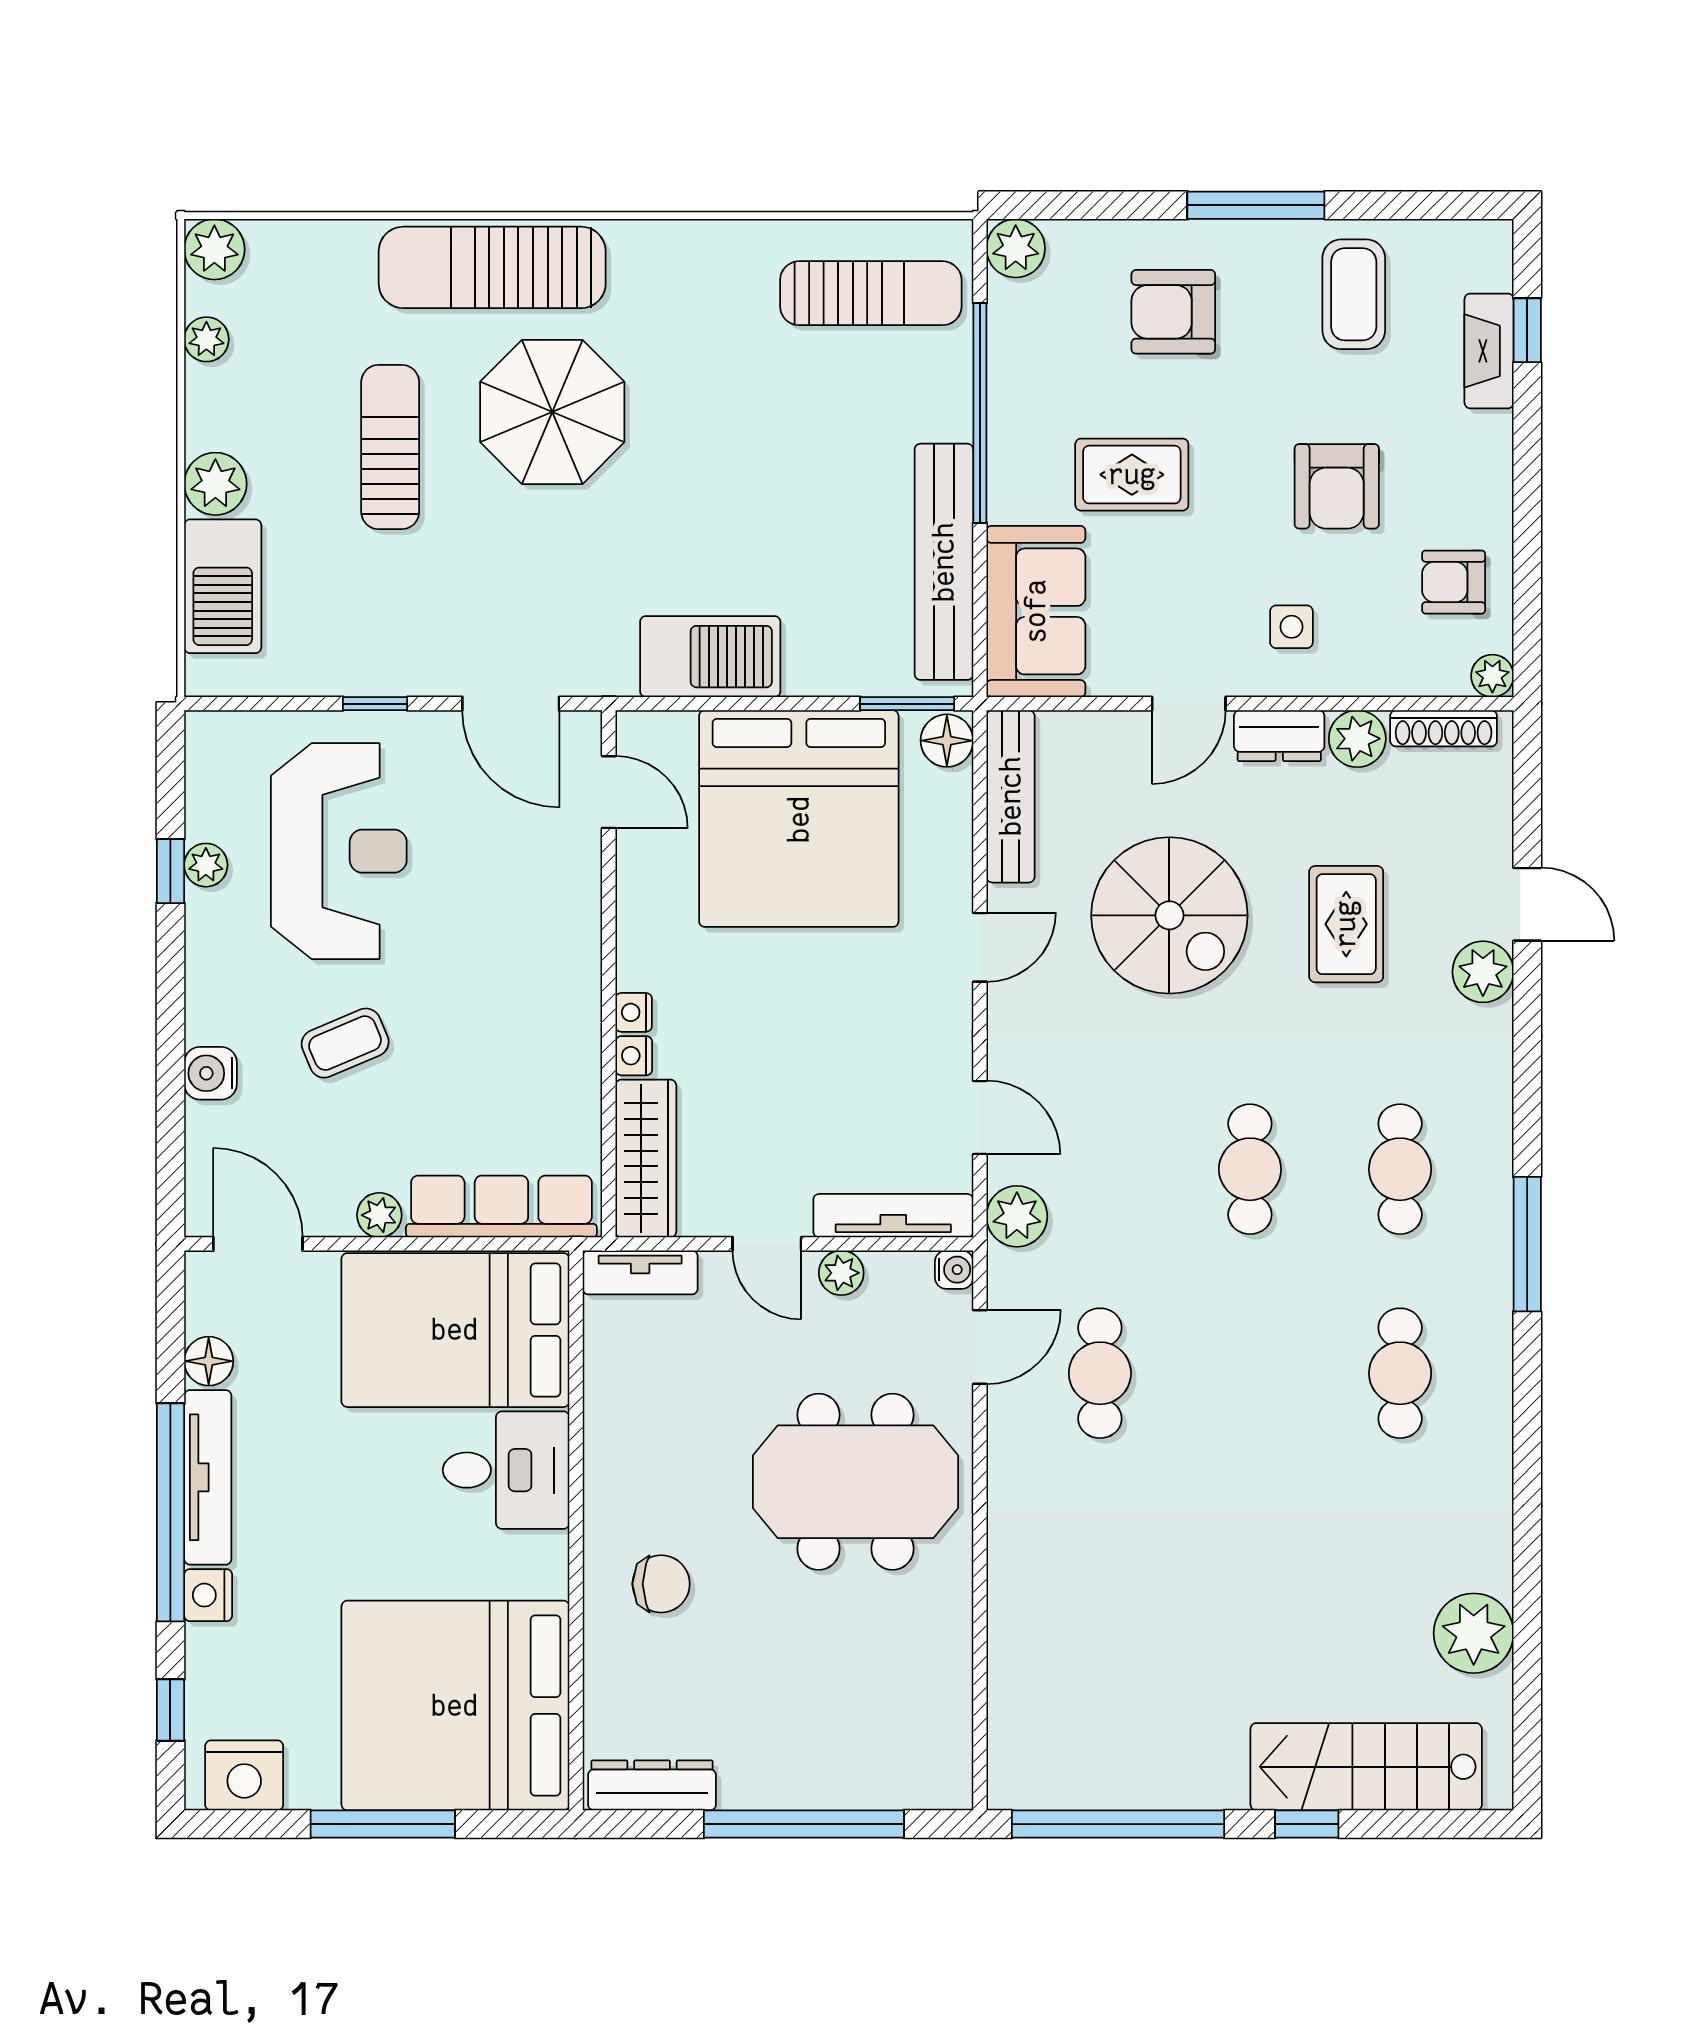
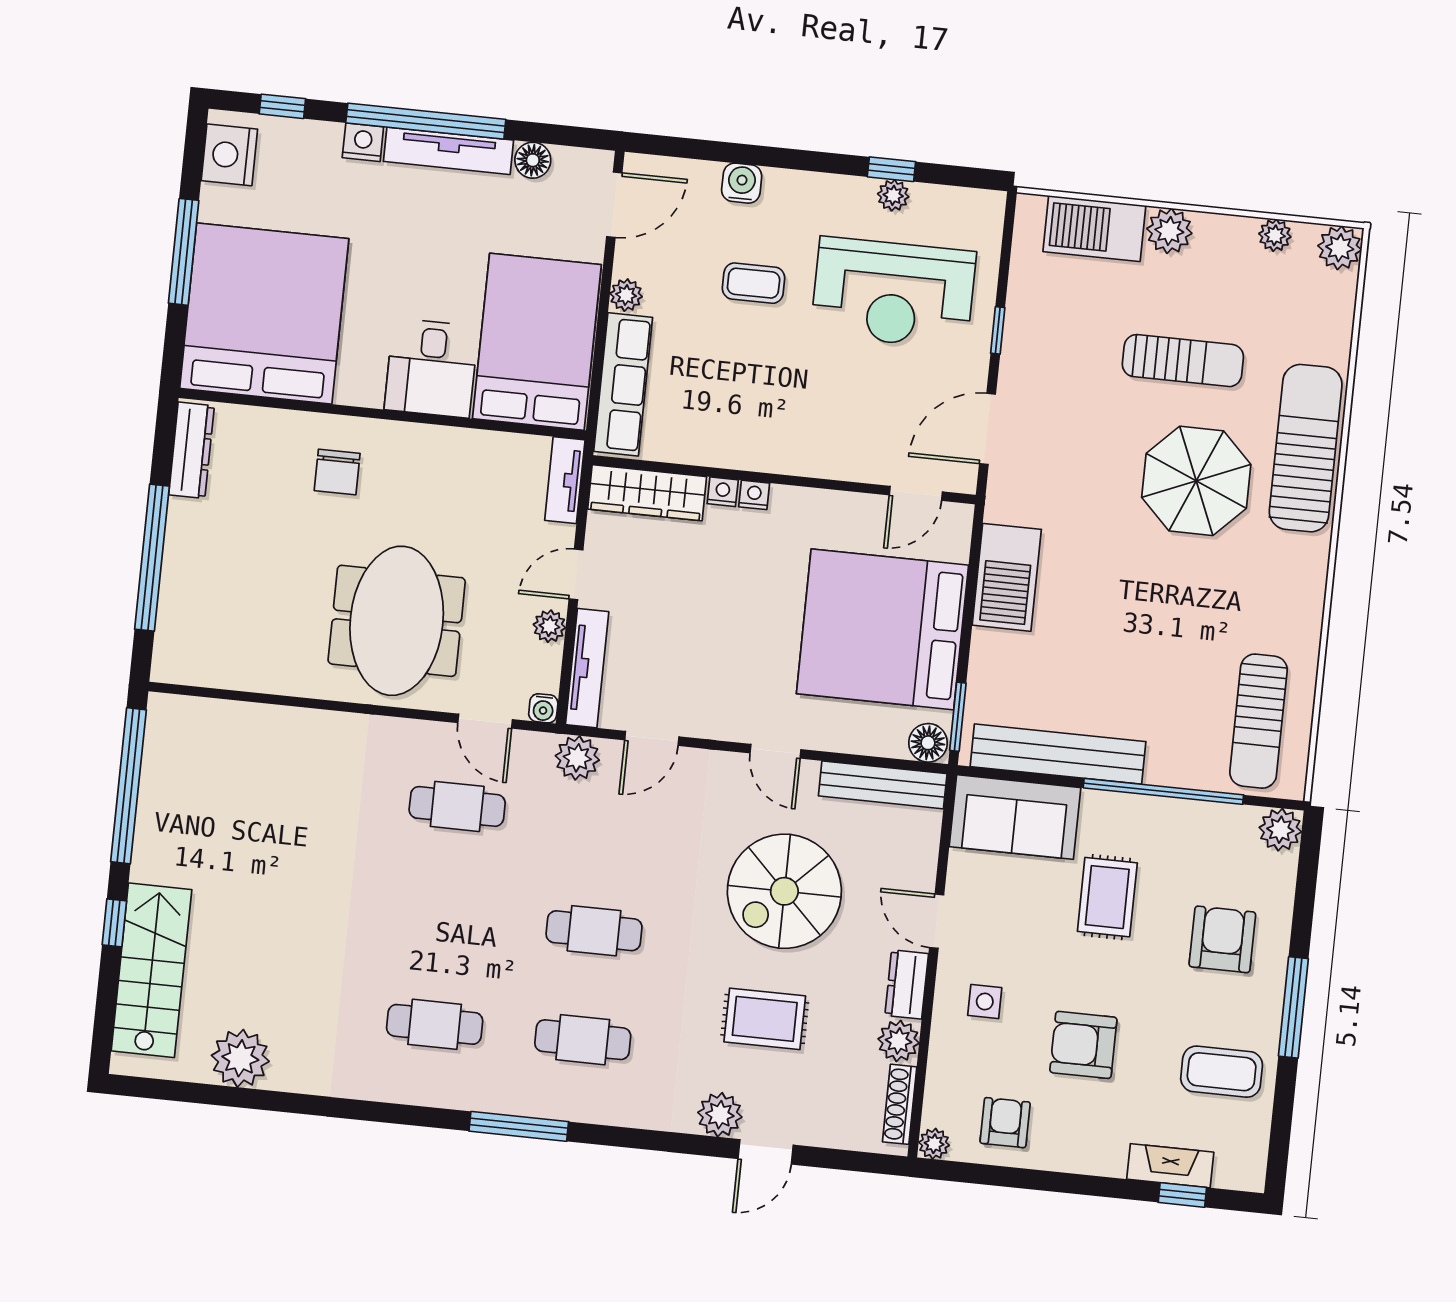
coffee table: (345, 1043) -> (754, 283), turned -67

